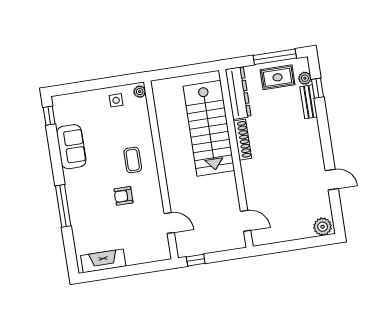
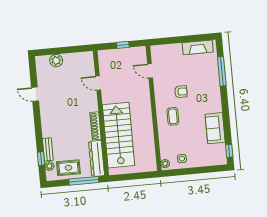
window: (275, 57) -> (84, 181), moved
window: (63, 206) -> (222, 71), moved
door: (246, 221) -> (98, 83), moved
plant: (323, 227) -> (56, 61), moved
window: (196, 260) -> (123, 45), moved

